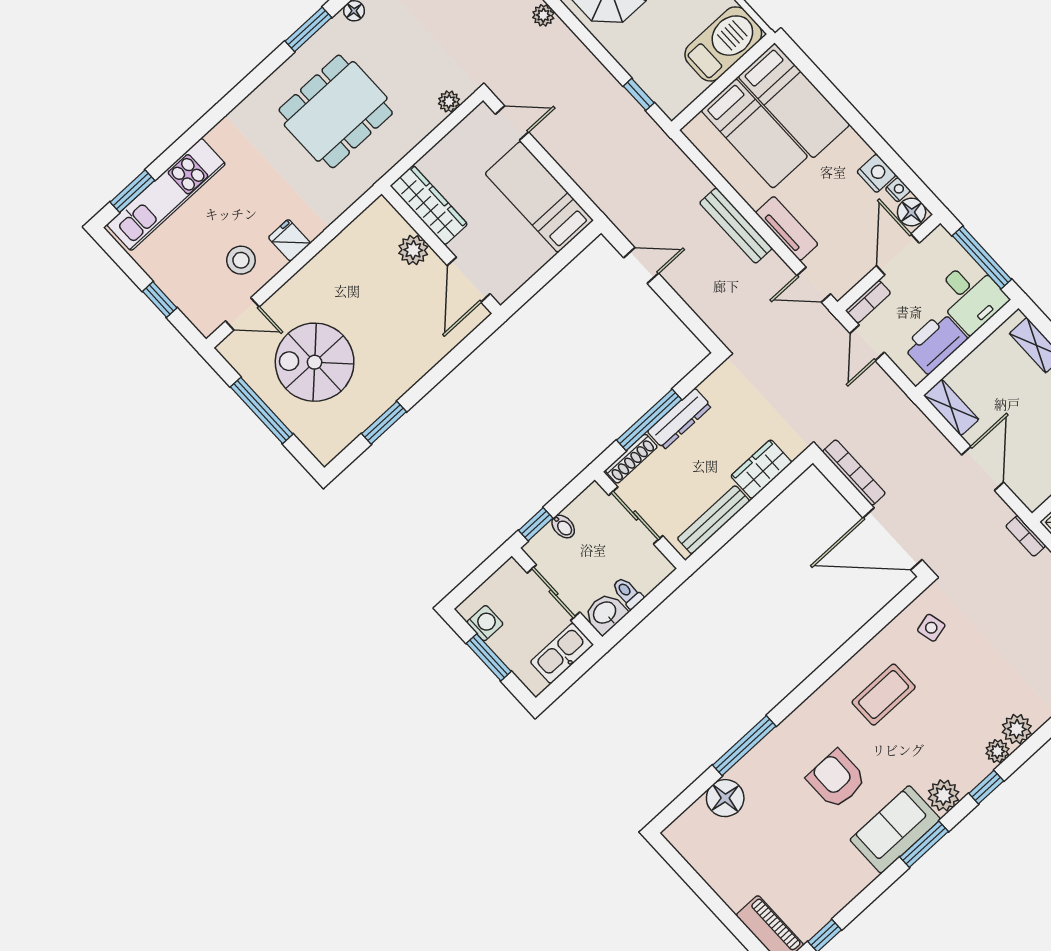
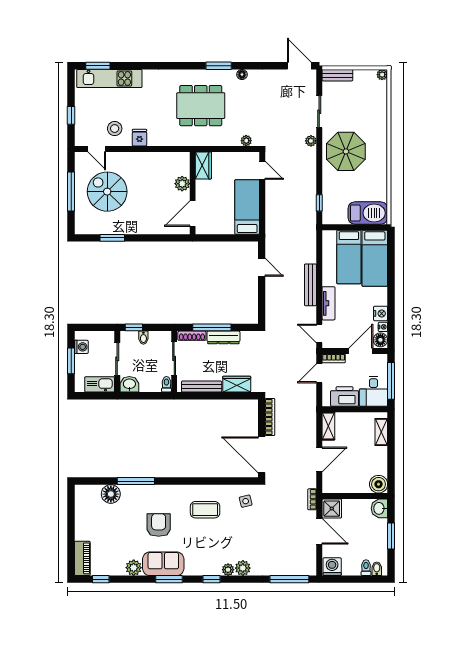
wardrobe: (429, 205) -> (203, 165), width x0.67
toilet: (627, 593) -> (166, 384), moved
plant: (944, 795) -> (134, 568), moved

